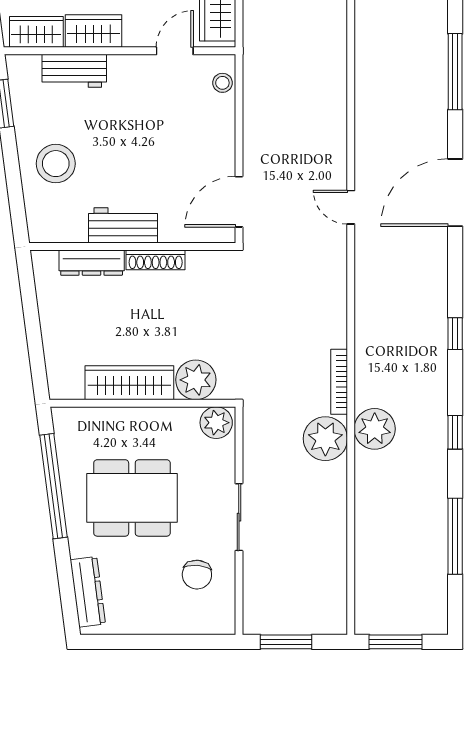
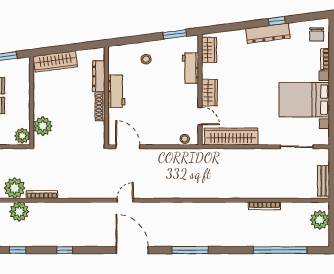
wardrobe: (94, 31) -> (209, 93), moved
stool: (56, 164) -> (146, 59), width x0.53, depth x0.53
wardrobe: (129, 383) -> (55, 61), moved, turned 83

